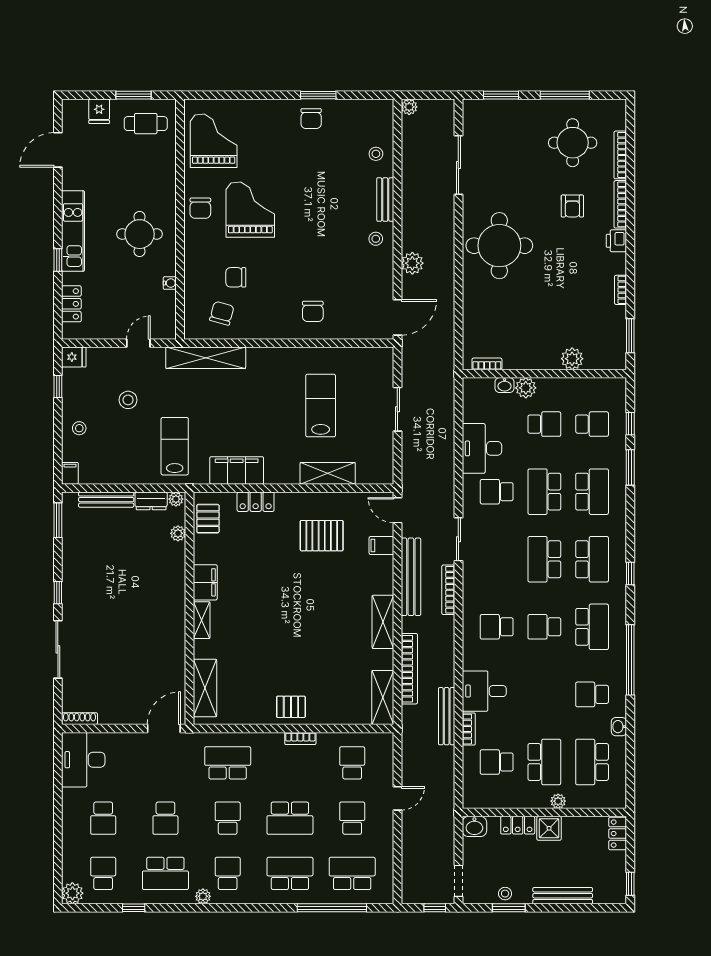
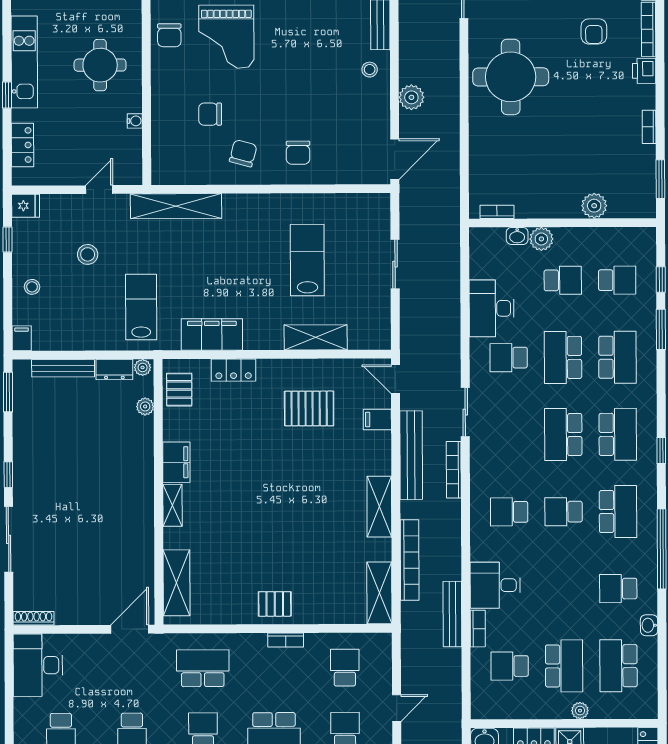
grand piano: (250, 210) -> (226, 37), turned 180
chair: (222, 313) -> (243, 153), moved

